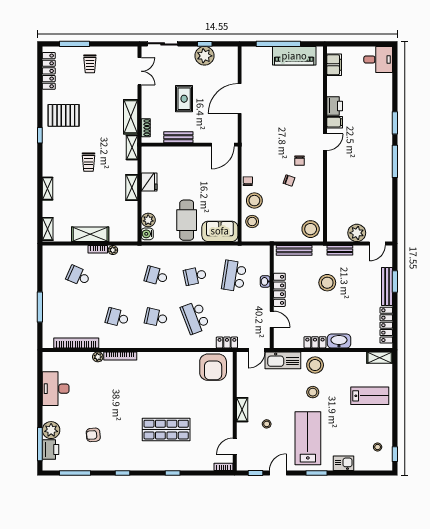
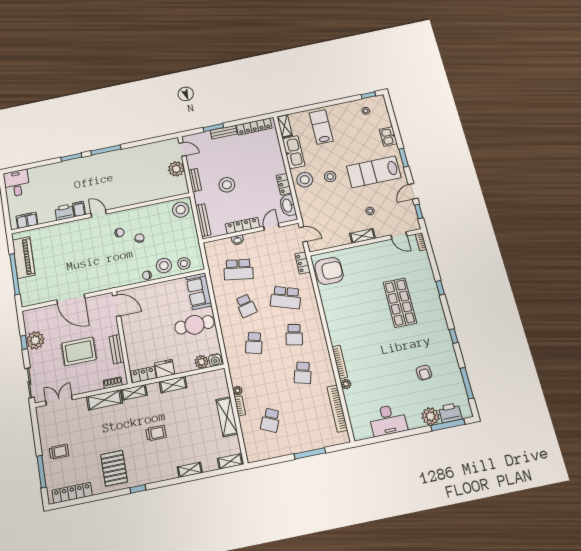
rug: (184, 99) -> (79, 351), width x1.36, depth x1.43
locker: (147, 160) -> (143, 375), added
bench: (387, 286) -> (224, 132), width x0.73
school desk: (195, 318) -> (286, 298), turned 39
washbasin: (339, 341) -> (288, 205), moved
kitchen sink: (283, 360) -> (294, 152), moved
door: (278, 473) -> (413, 191), hinge flipped

